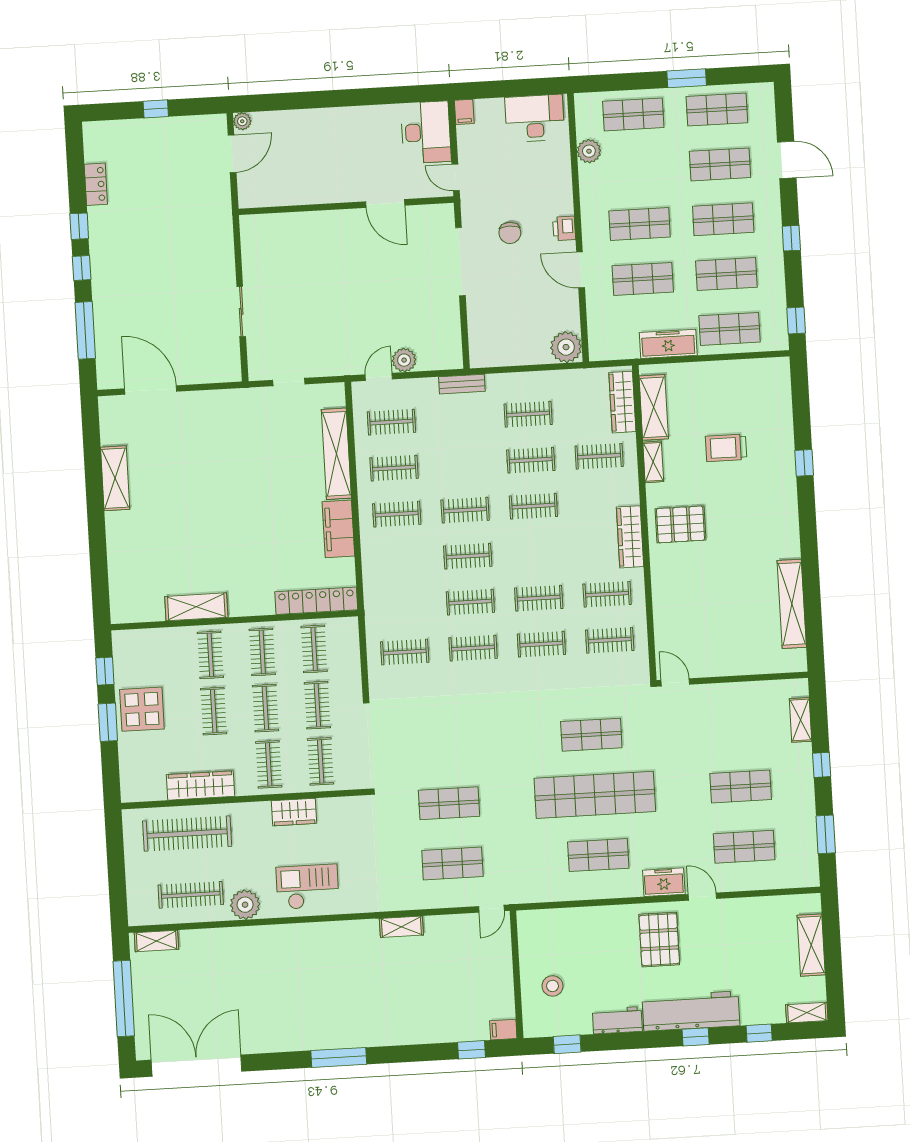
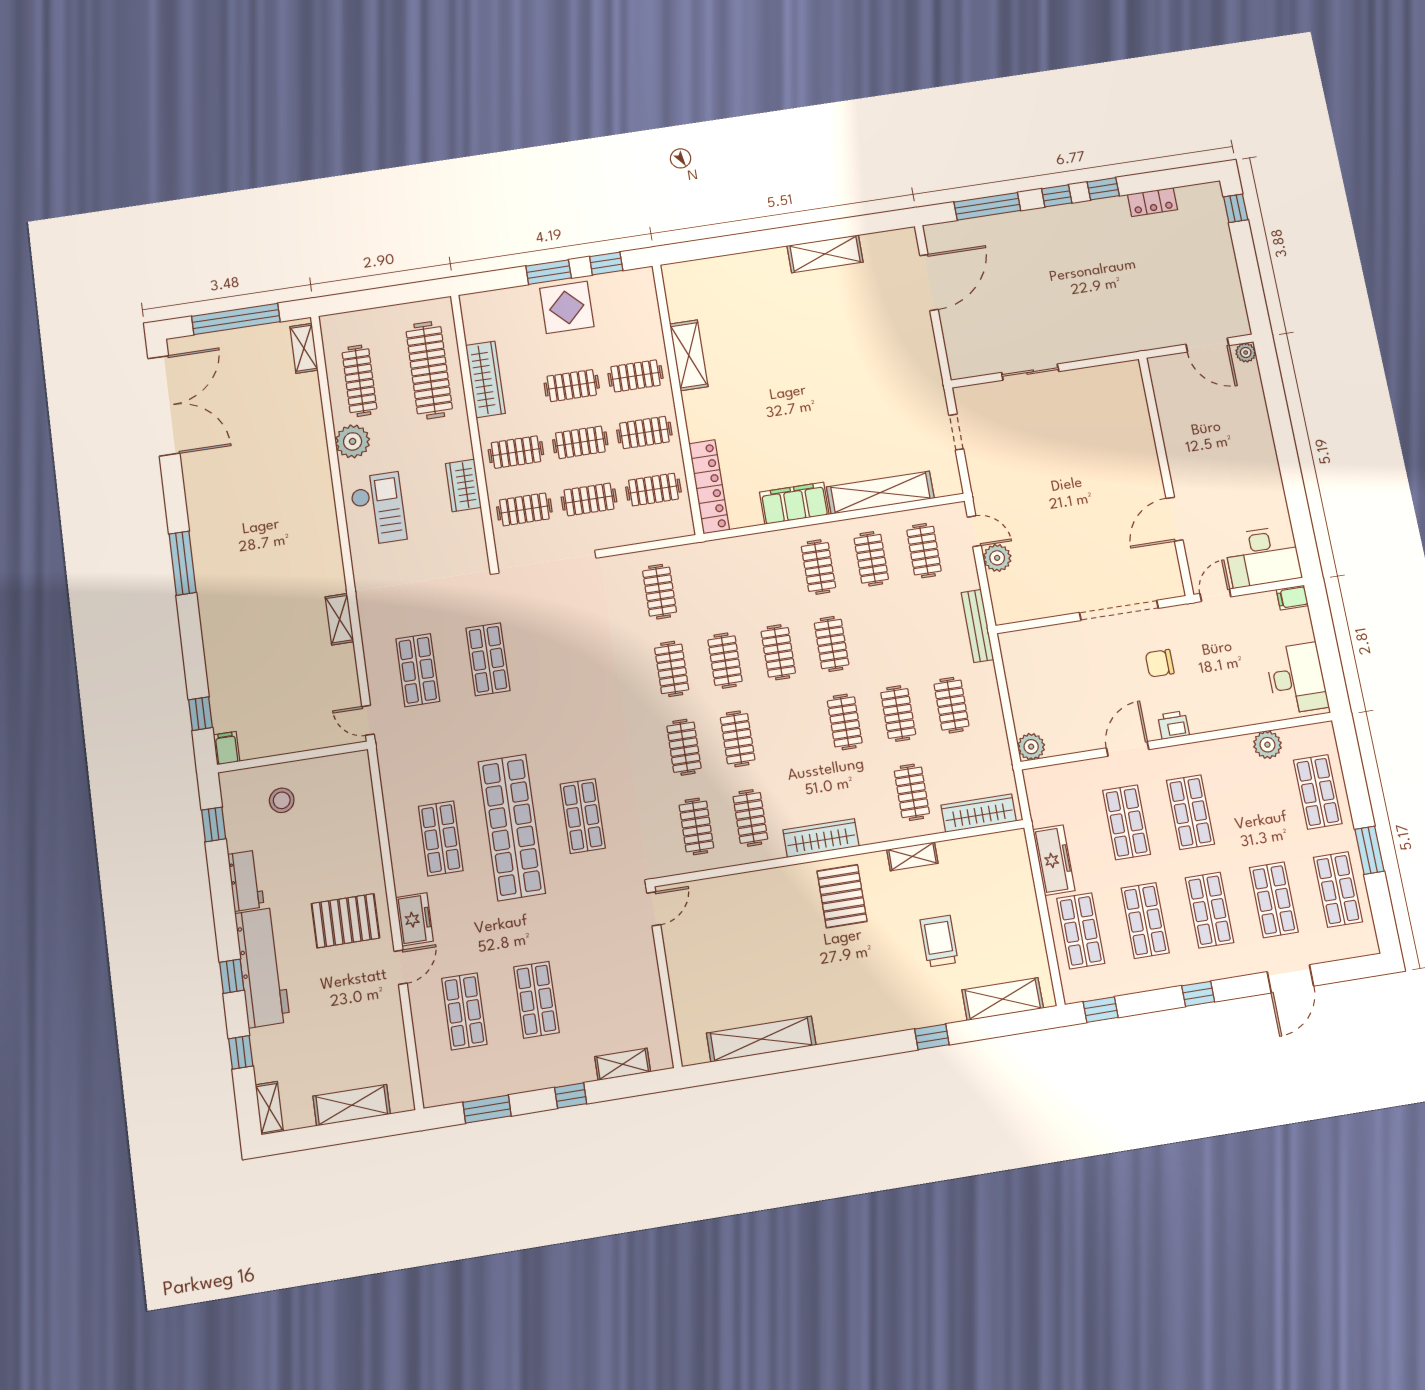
window: (156, 109) -> (1236, 208), moved
plant: (566, 347) -> (1031, 747), width x0.73, depth x0.73
bench: (462, 384) -> (978, 626), width x1.36
shelving: (654, 407) -> (1003, 999), moved

